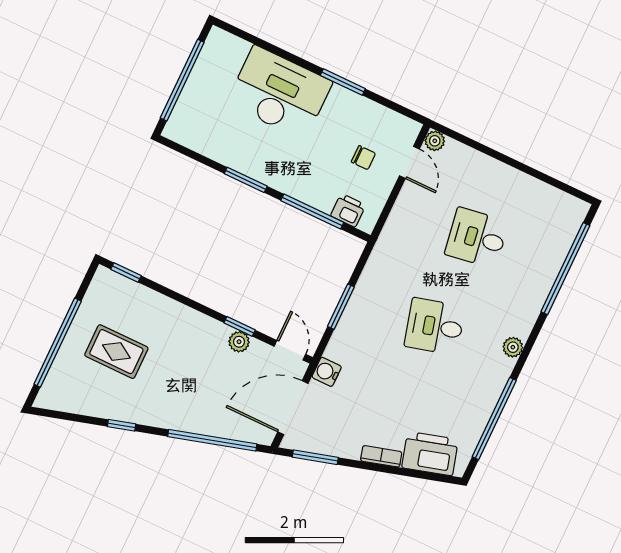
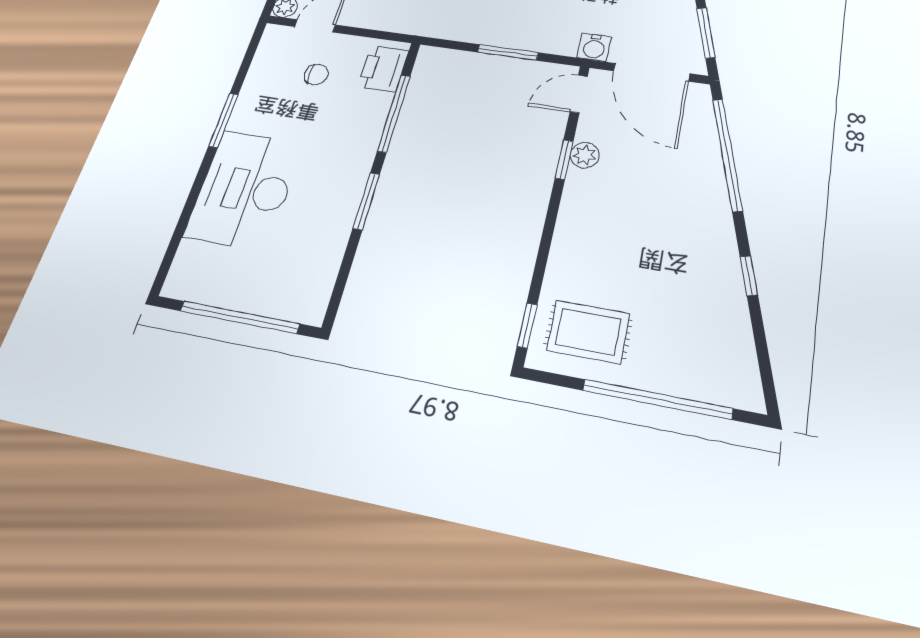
chair: (363, 158) -> (316, 75), turned 90
printer: (348, 210) -> (383, 68), width x1.36, depth x1.24
rug: (116, 352) -> (588, 332), moved, turned 90

